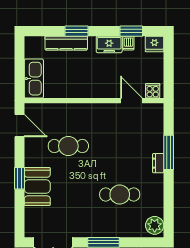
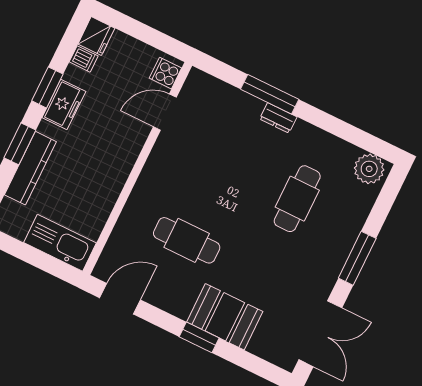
window: (131, 31) -> (47, 87), moved
dishwasher: (128, 43) -> (84, 59), moved
cafe table: (68, 146) -> (187, 240), turned 90

